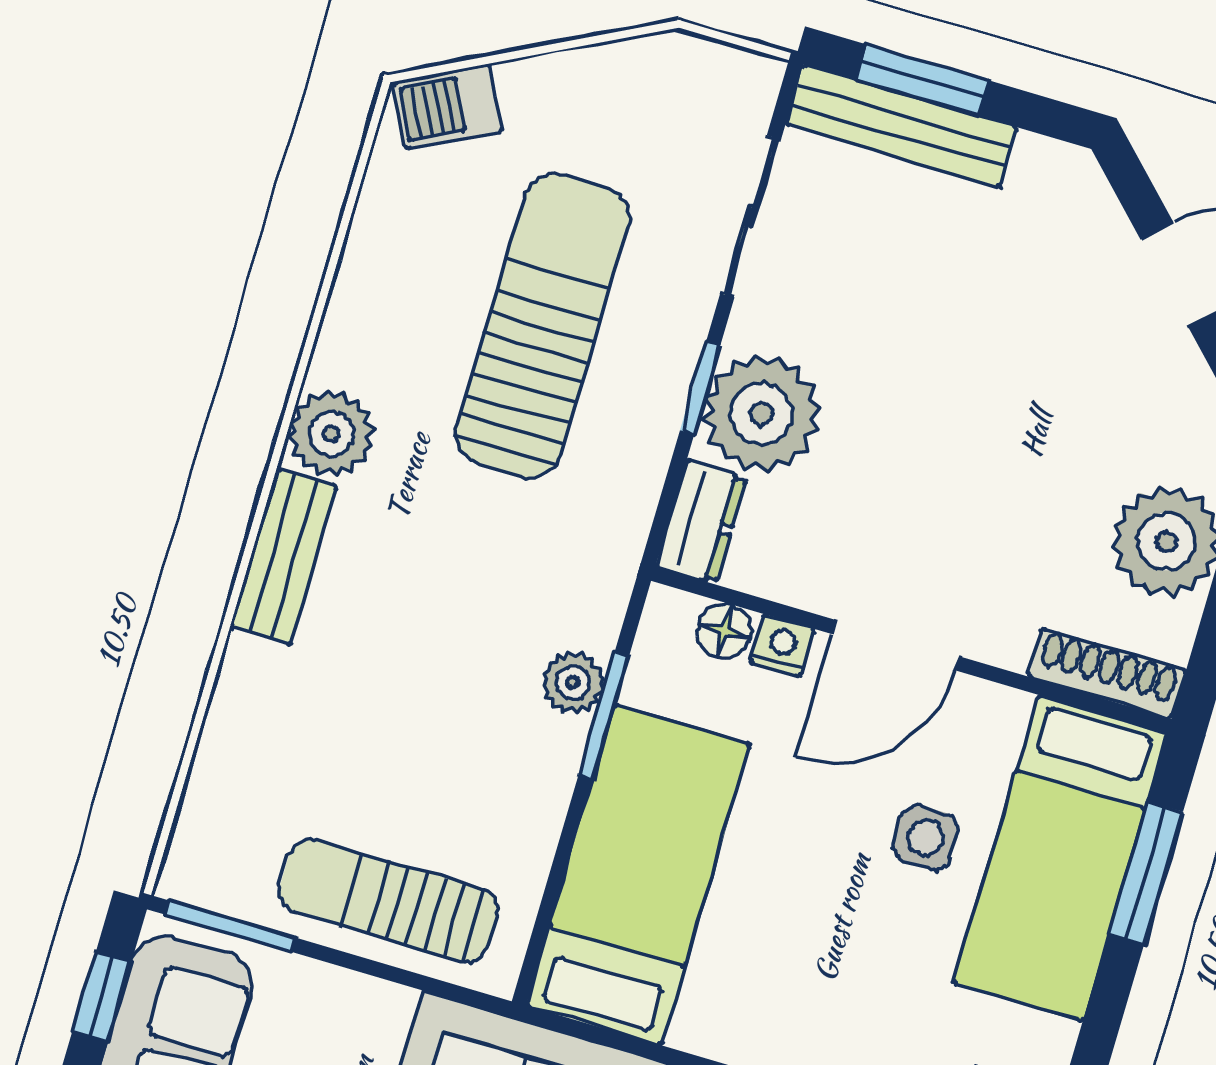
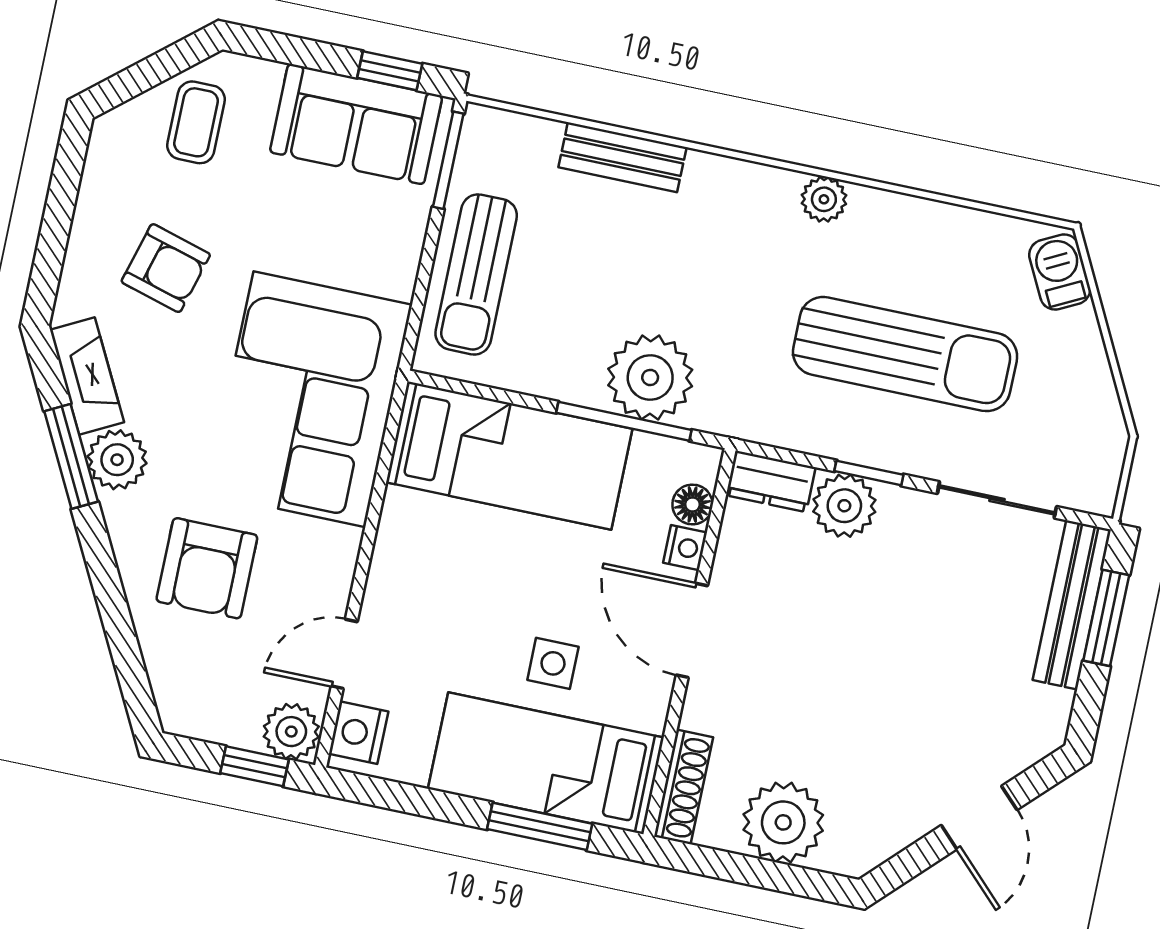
plant: (762, 414) -> (844, 506), width x0.73, depth x0.73
plant: (331, 434) -> (824, 199), width x0.73, depth x0.73
bench: (283, 557) -> (622, 157), moved
plant: (573, 683) -> (650, 377), width x1.88, depth x1.88
window: (604, 715) -> (624, 421), width x1.44
sun lounger: (388, 900) -> (476, 274), turned 180

